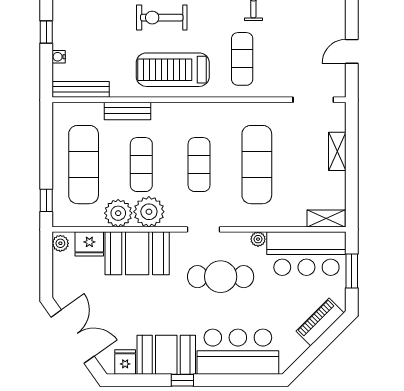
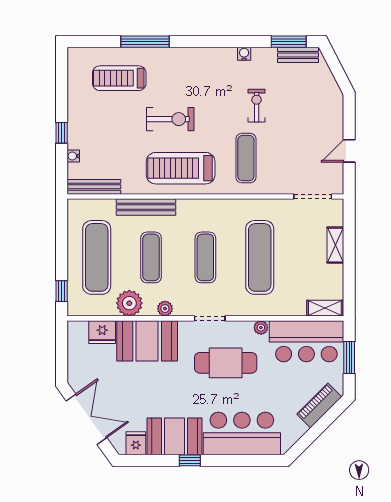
exercise bike: (162, 18) -> (170, 119), turned 180
bench: (128, 111) -> (146, 207), width x1.36
plant: (149, 212) -> (165, 309), width x0.53, depth x0.53
plant: (60, 243) -> (75, 331), removed

